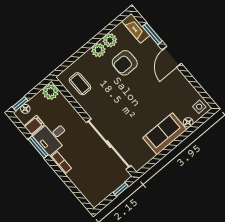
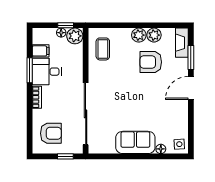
window: (20, 104) -> (66, 25), moved
floor lamp: (25, 109) -> (61, 33), moved
armchair: (95, 181) -> (51, 133), added

